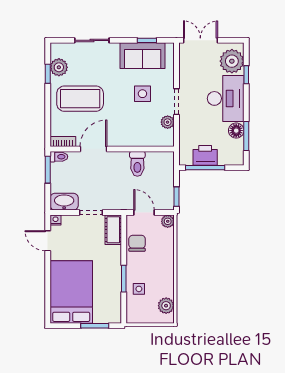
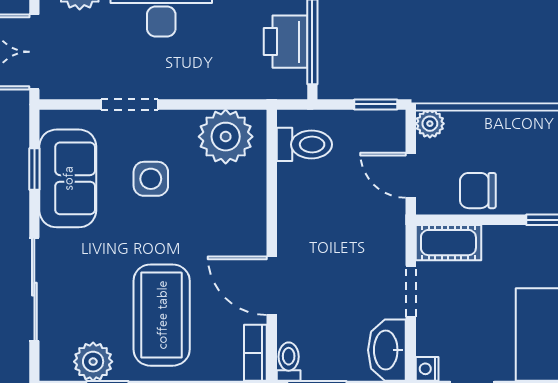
sliding door: (92, 40) -> (34, 289), width x1.37
doorway: (176, 102) -> (129, 104), moved
plant: (168, 122) -> (226, 137), width x1.87, depth x1.87
toilet: (137, 164) -> (304, 144), moved
door: (144, 213) -> (411, 175), hinge flipped

